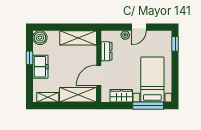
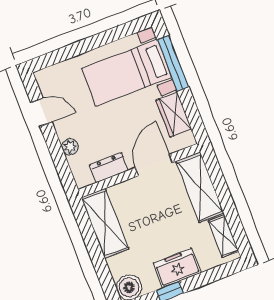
door: (139, 27) -> (41, 112), moved
window: (175, 44) -> (53, 58), removed
door: (99, 75) -> (154, 165), swing flipped

